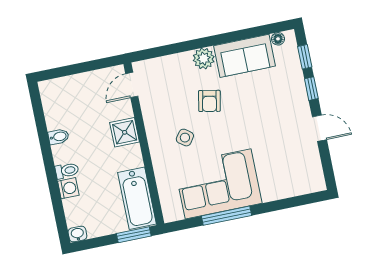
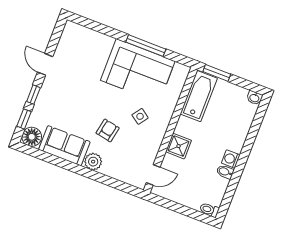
floor lamp: (278, 39) -> (32, 137), width x1.89, depth x1.89
toilet: (67, 171) -> (209, 210), moved
washing machine: (68, 188) -> (231, 159), moved

